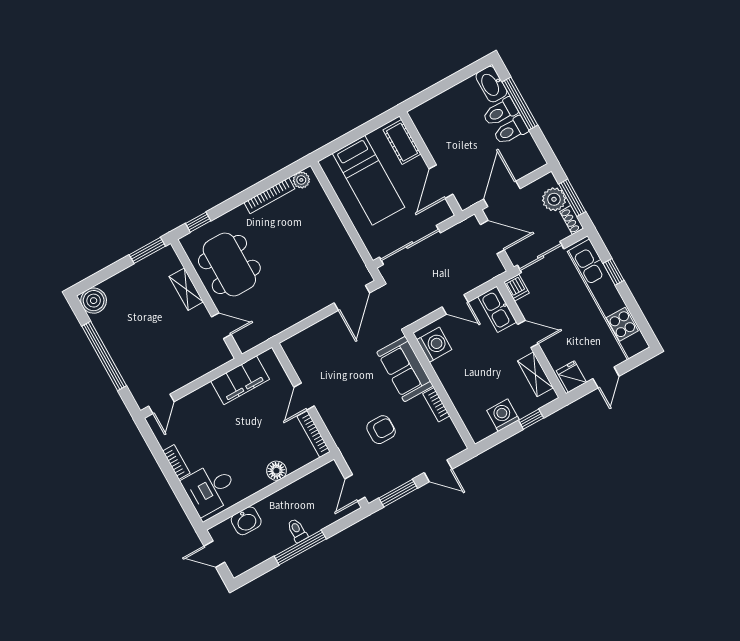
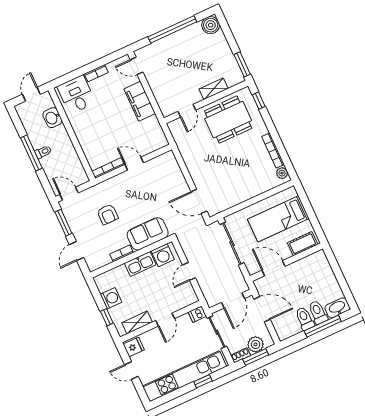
kitchen sink: (497, 309) -> (140, 264), moved, turned 180
filing cabinet: (240, 380) -> (140, 101), moved
floor lamp: (276, 471) -> (85, 141), removed

